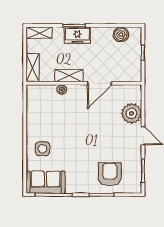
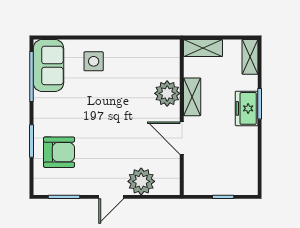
boiler: (121, 34) -> (248, 167), removed
plant: (62, 90) -> (167, 93), width x1.88, depth x1.88

